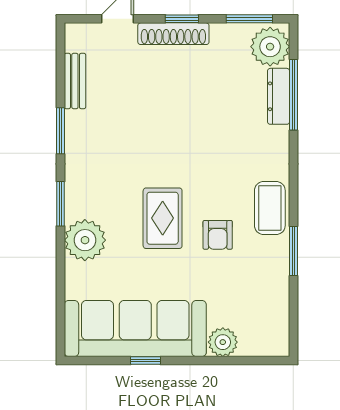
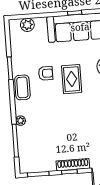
plant: (270, 47) -> (20, 121), moved, width x0.53, depth x0.53
dresser: (279, 96) -> (22, 139), removed
armchair: (218, 235) -> (46, 73), turned 90
plant: (223, 342) -> (27, 25), moved

